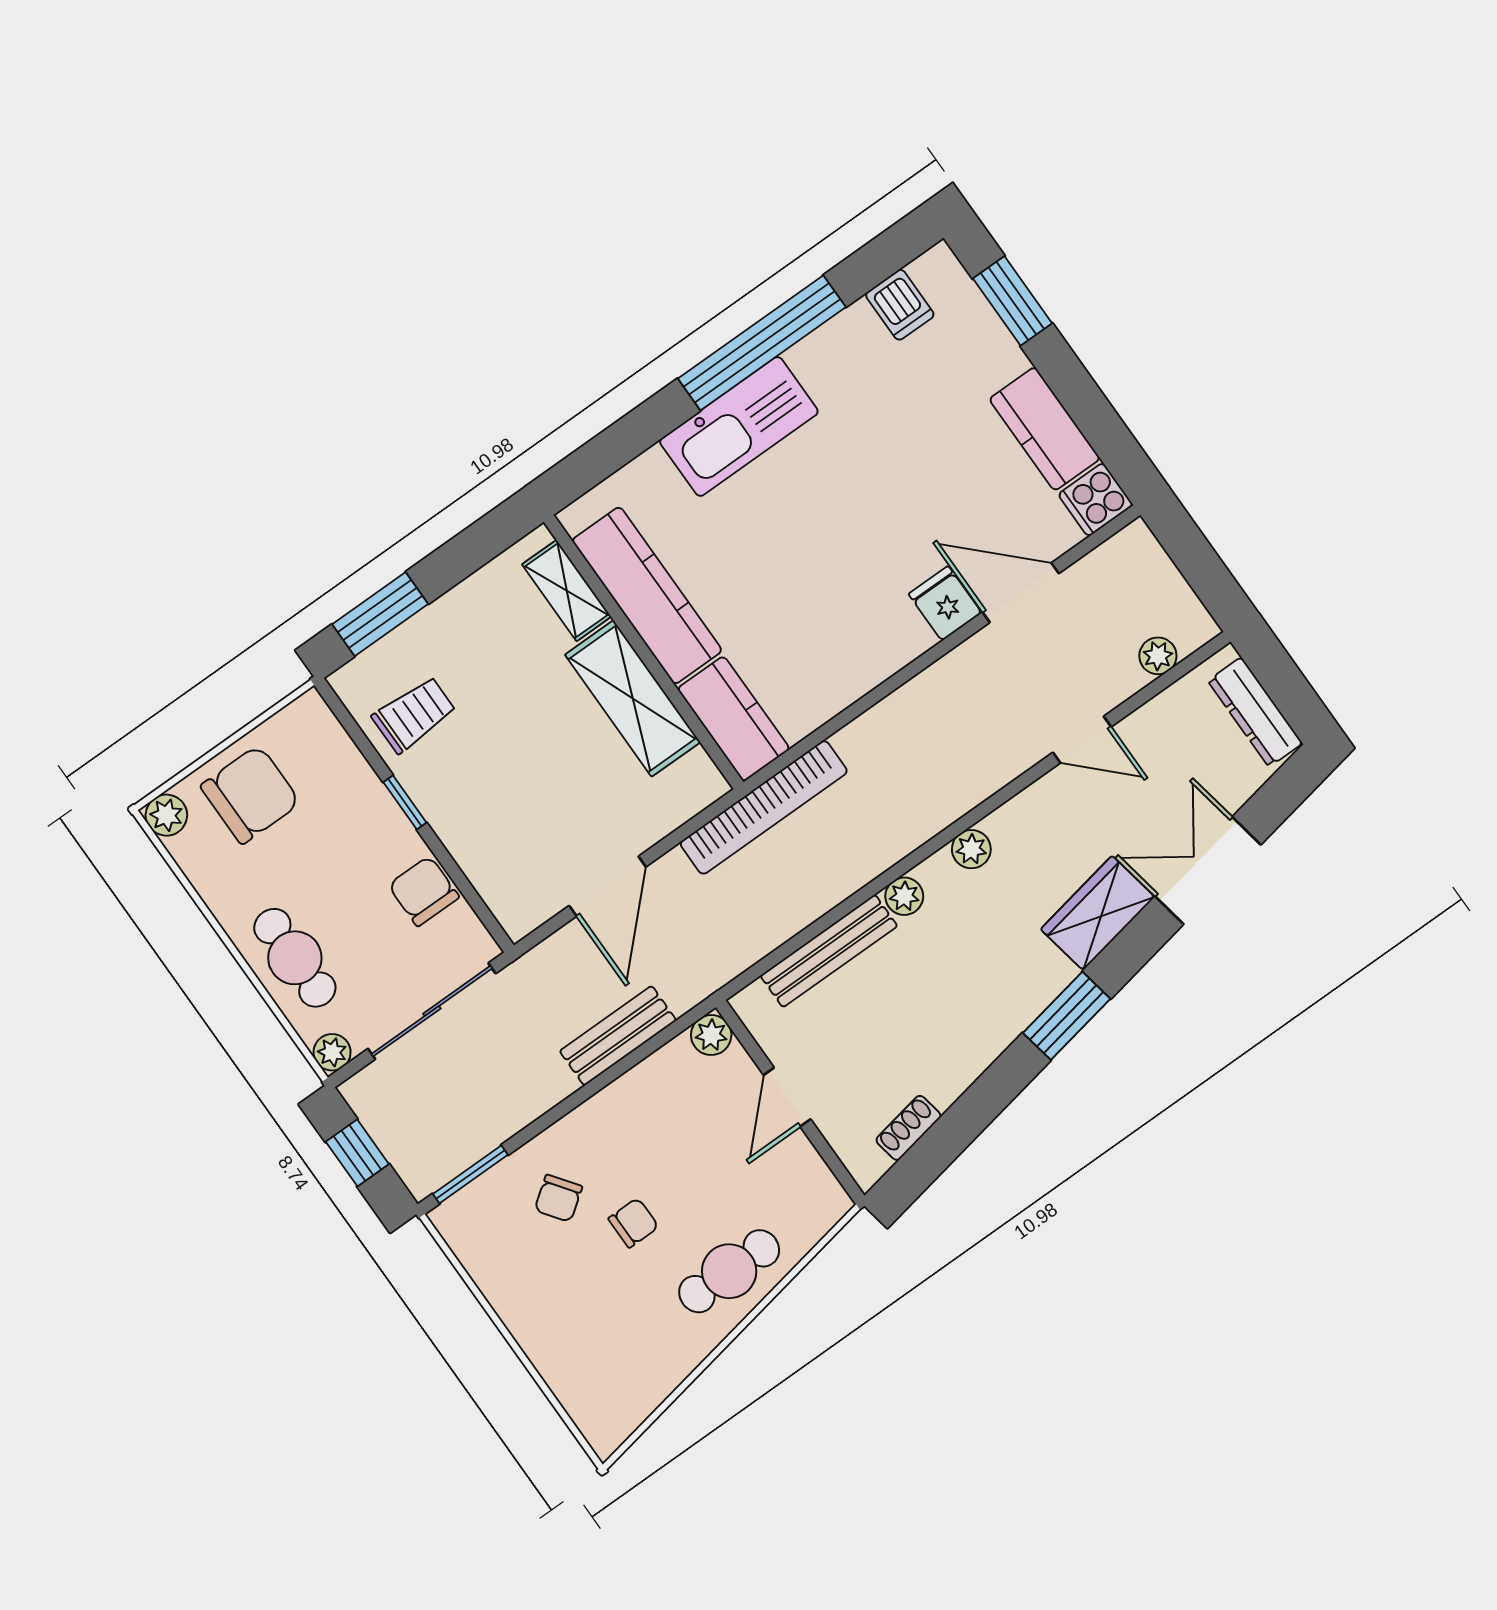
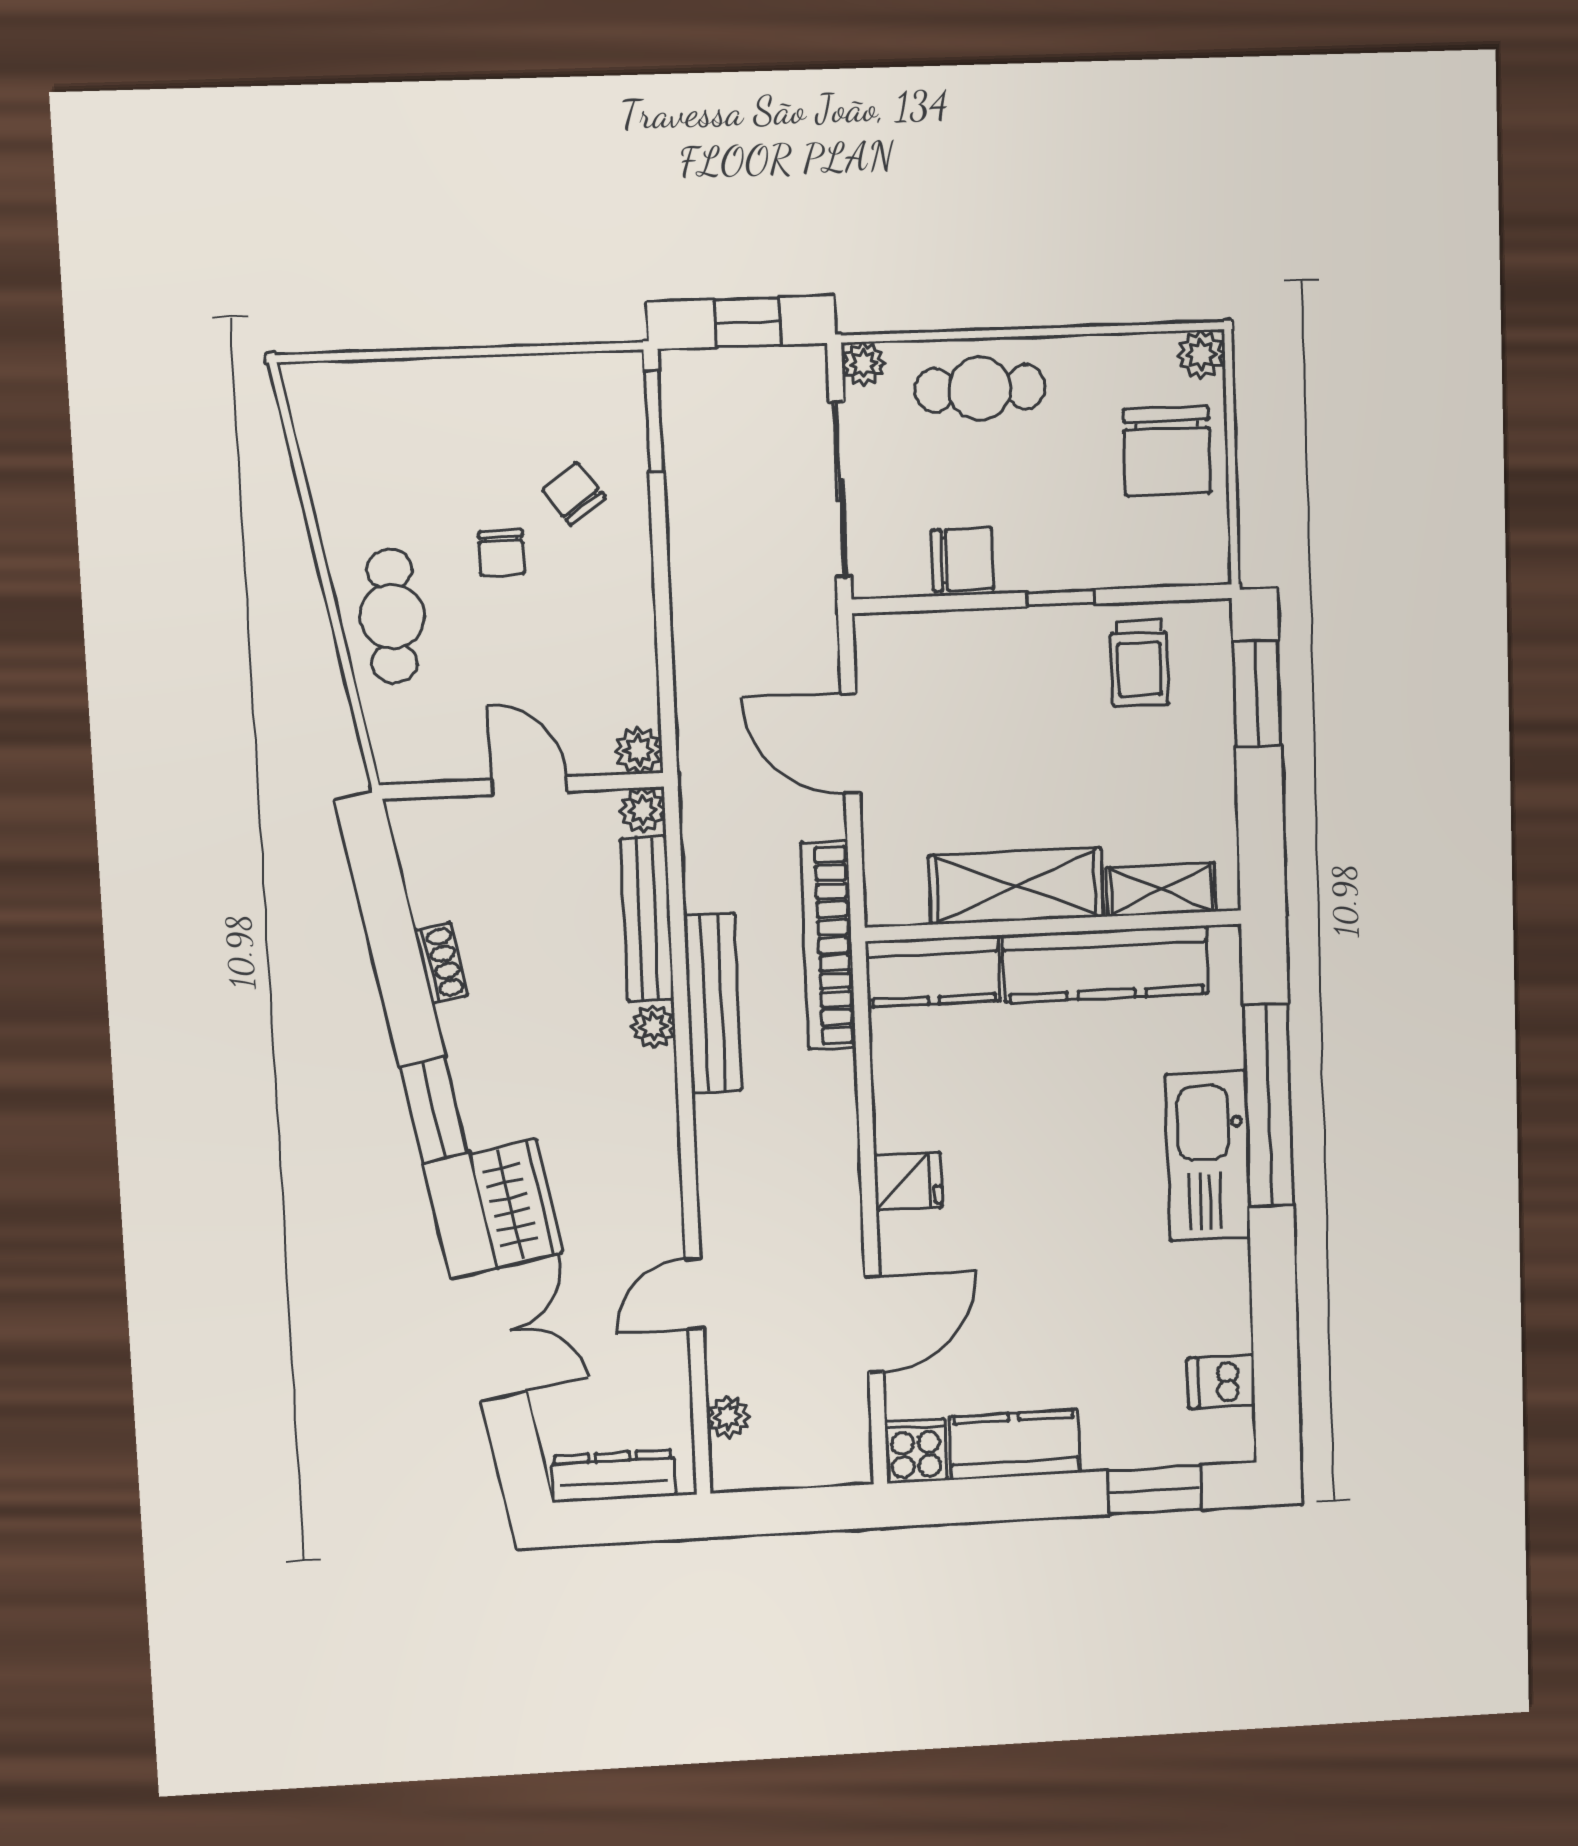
window: (762, 343) -> (1268, 1105), moved
fridge: (945, 603) -> (908, 1181), moved
plant: (971, 849) -> (643, 810), moved
bench: (618, 1036) -> (713, 1003), moved, width x1.36
shoe rack: (908, 1128) -> (441, 963), moved

